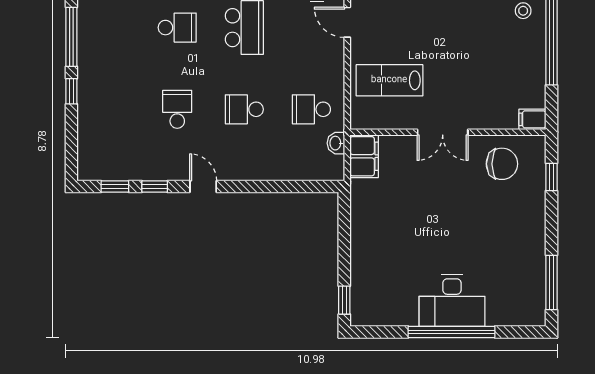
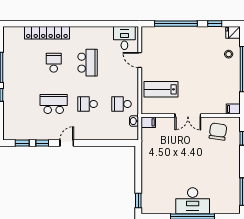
school desk: (177, 28) -> (54, 63), turned -90
school desk: (177, 109) -> (54, 104), width x1.85
filing cabinet: (364, 156) -> (148, 122), width x0.50
chair: (502, 164) -> (218, 132), turned -82
door: (203, 187) -> (67, 143), hinge flipped

